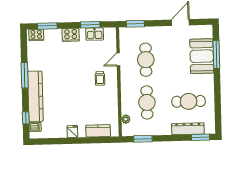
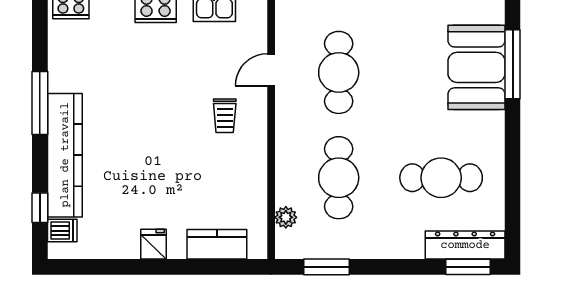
dresser: (188, 129) -> (465, 245), moved

